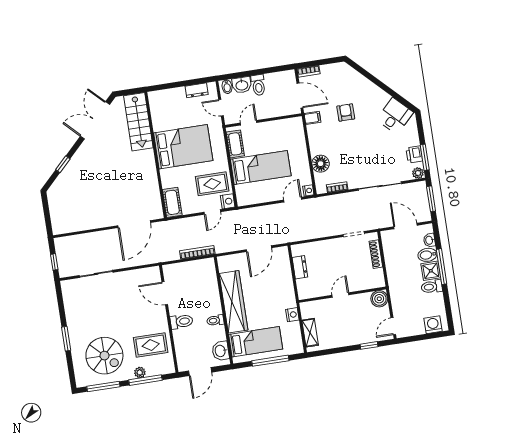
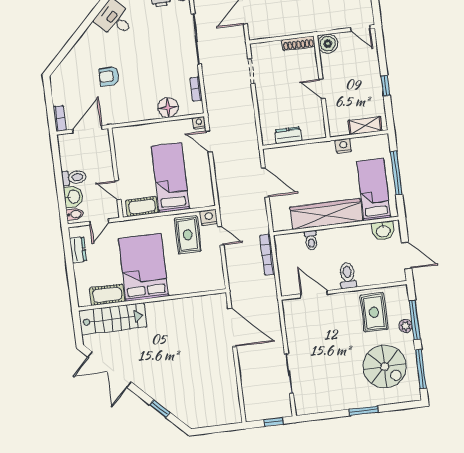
filing cabinet: (312, 118) -> (114, 115), removed
cot: (172, 202) -> (107, 295), moved
shoe rack: (376, 254) -> (298, 43), moved
door: (165, 293) -> (314, 294), swing flipped
toilet: (215, 320) -> (311, 240), moved
window: (369, 345) -> (386, 86), moved
spiral stairs: (104, 356) -> (385, 367), turned 90

